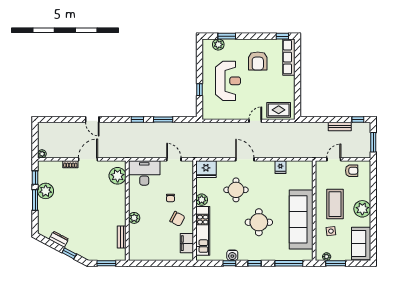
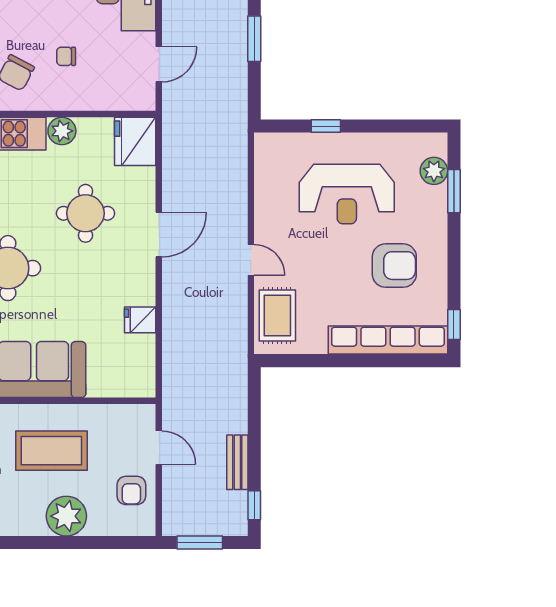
row of seats: (289, 57) -> (388, 340), width x1.36
armchair: (258, 61) -> (394, 266), turned 180
plant: (362, 209) -> (66, 516), moved

